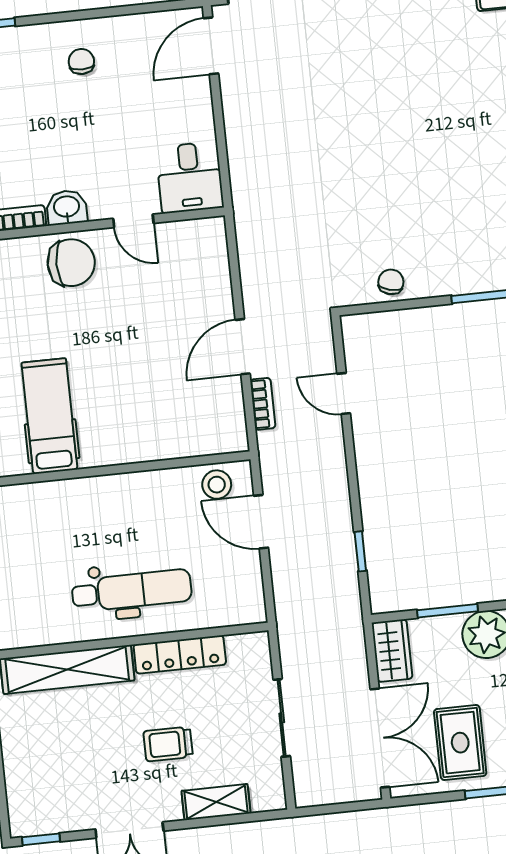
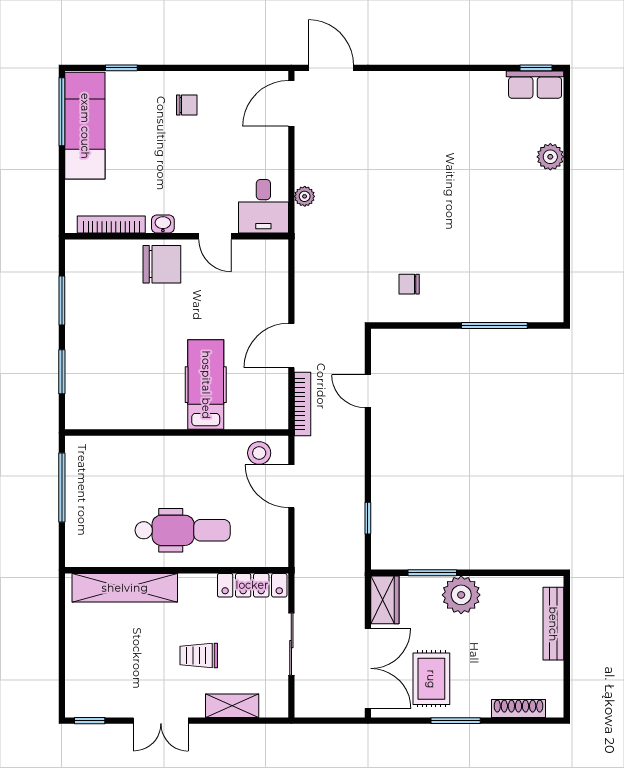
chair: (81, 61) -> (187, 105), turned 90
plant: (240, 160) -> (305, 196), added
washbasin: (67, 207) -> (163, 224), width x0.72, depth x0.69
chair: (391, 282) -> (409, 284), moved, turned -104
bookcase: (263, 404) -> (303, 404), width x1.56
hospital bed: (49, 416) -> (206, 385), moved
locker: (180, 655) -> (252, 585), moved

